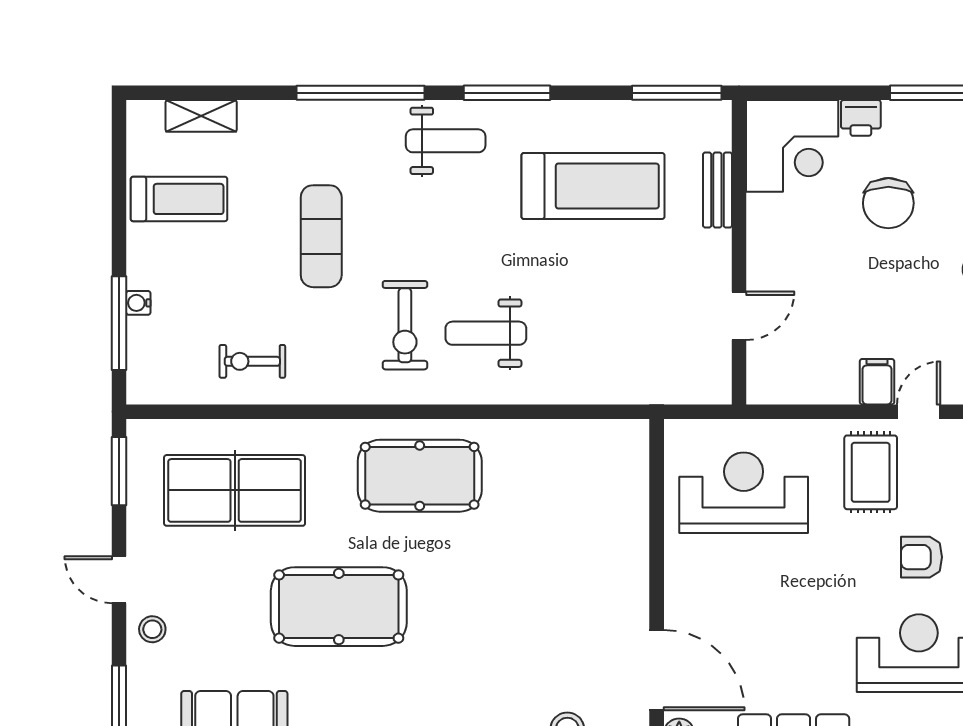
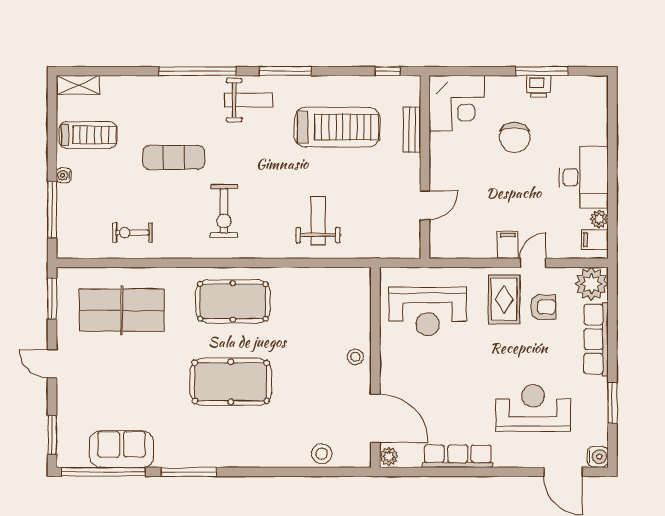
window: (677, 93) -> (387, 71), width x0.46
shelving: (201, 116) -> (78, 85), moved
printer: (861, 118) -> (539, 86), moved
exercise mat: (321, 236) -> (174, 157), turned 90
water cooler: (138, 303) -> (64, 175), moved
weight bench: (486, 333) -> (318, 221), moved, turned 90
reception desk: (744, 493) -> (428, 312), turned 180
armchair: (922, 557) -> (543, 307), moved, turned 180
pool table: (339, 607) -> (231, 382), moved
stool: (152, 629) -> (355, 357), moved

